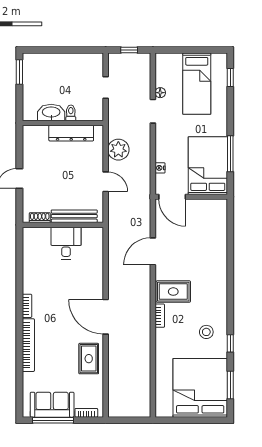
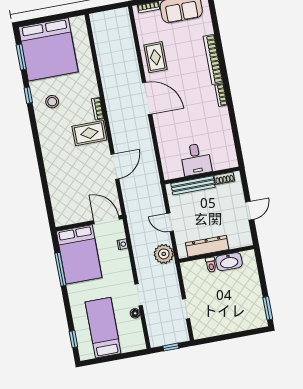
washbasin: (51, 113) -> (229, 262), moved
toilet: (71, 113) -> (211, 265), moved
wall: (63, 123) -> (216, 254), moved
dresser: (71, 133) -> (207, 246), moved

